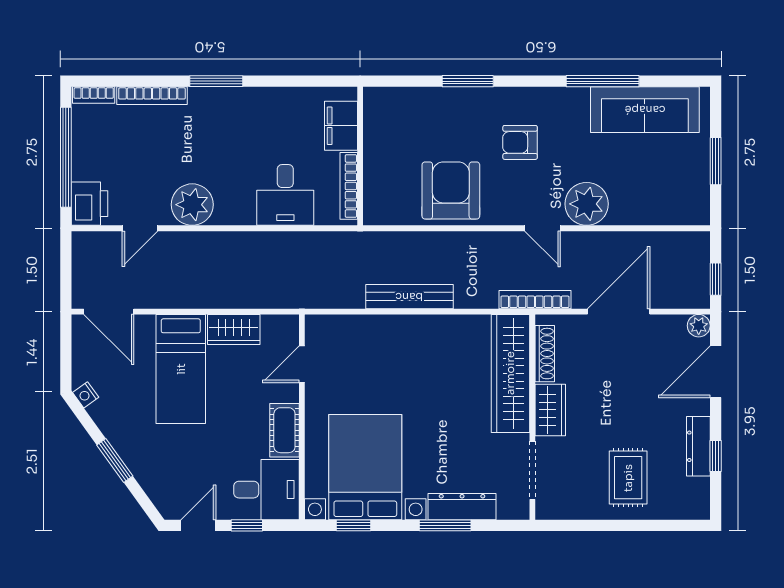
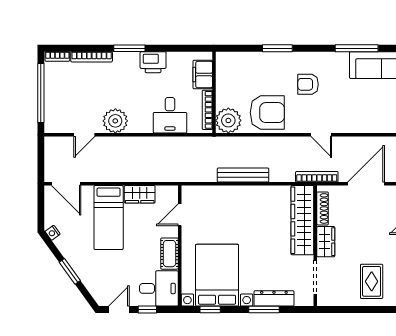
armchair: (451, 190) -> (267, 113), turned 90
printer: (89, 204) -> (153, 62), moved, turned 90
plant: (587, 204) -> (228, 120), moved

